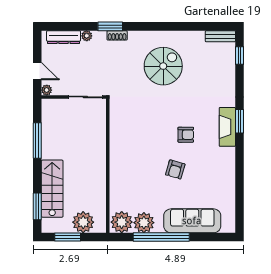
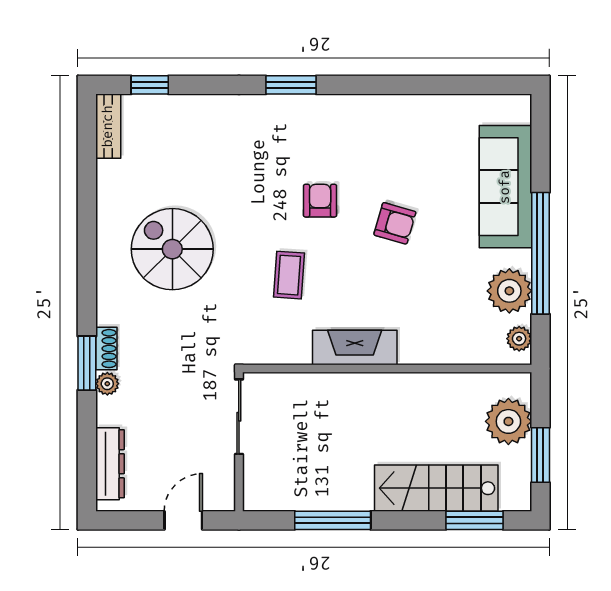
plant: (87, 36) -> (107, 384), moved
plant: (47, 90) -> (224, 500), removed
coffee table: (151, 120) -> (289, 275), added
fireplace: (227, 127) -> (355, 348), moved, turned 180
plant: (122, 222) -> (519, 339), width x0.53, depth x0.53

